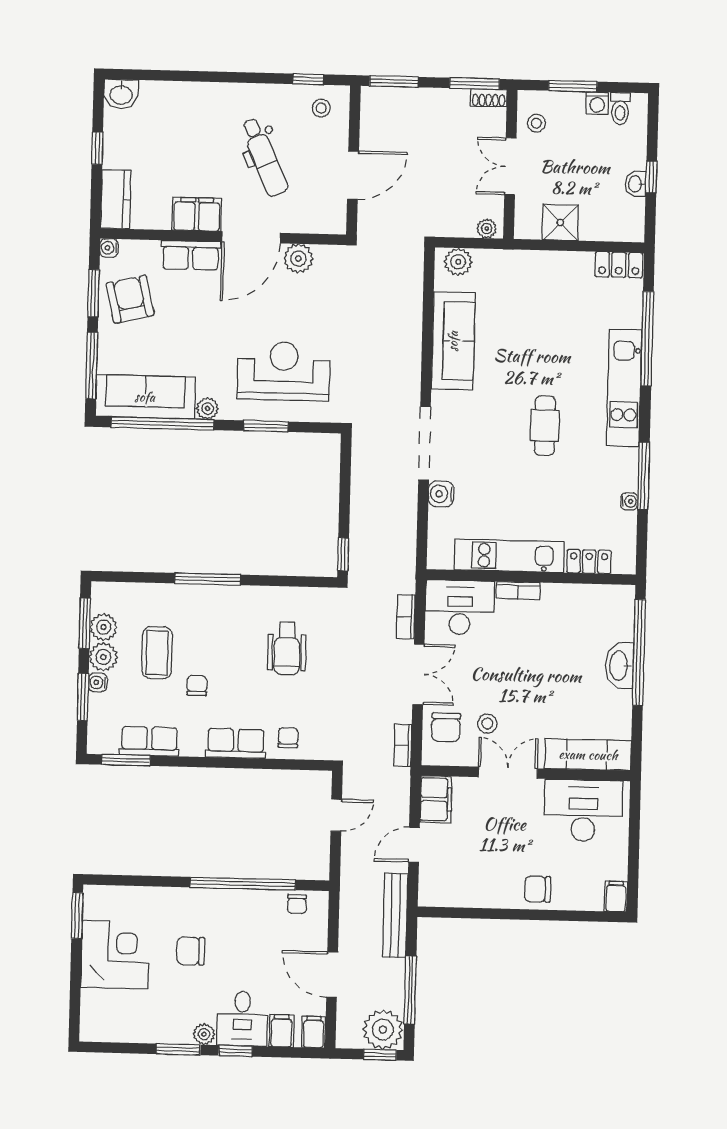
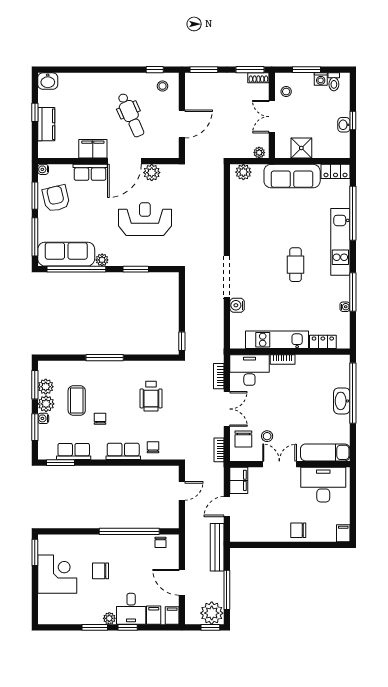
kitchen counter: (116, 199) -> (46, 124), moved
sofa: (453, 341) -> (292, 176), moved, turned 90
reception desk: (284, 371) -> (145, 219), moved

